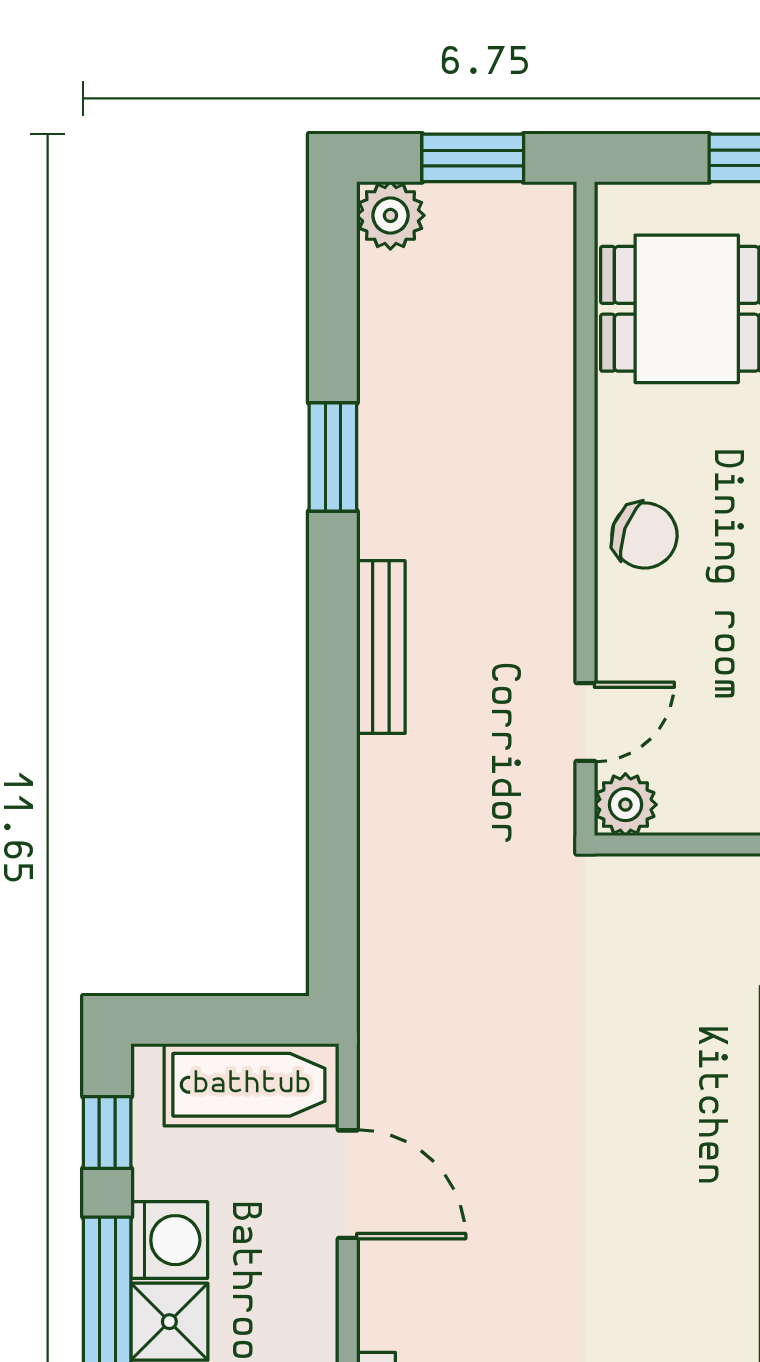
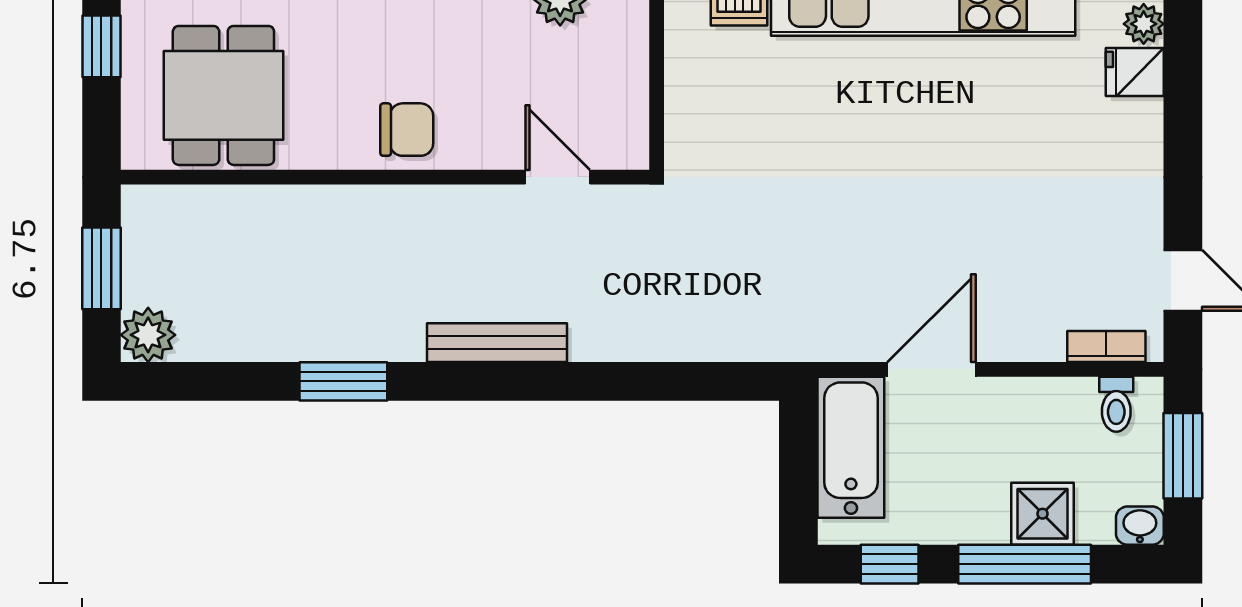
chair: (644, 535) -> (407, 130), turned 70
plant: (625, 805) -> (624, 145), removed
washing machine: (169, 1240) -> (977, 514), removed

